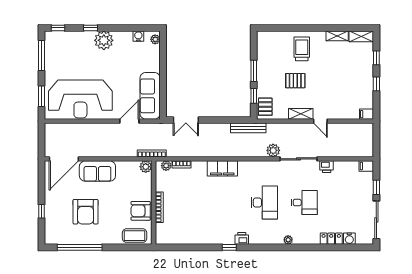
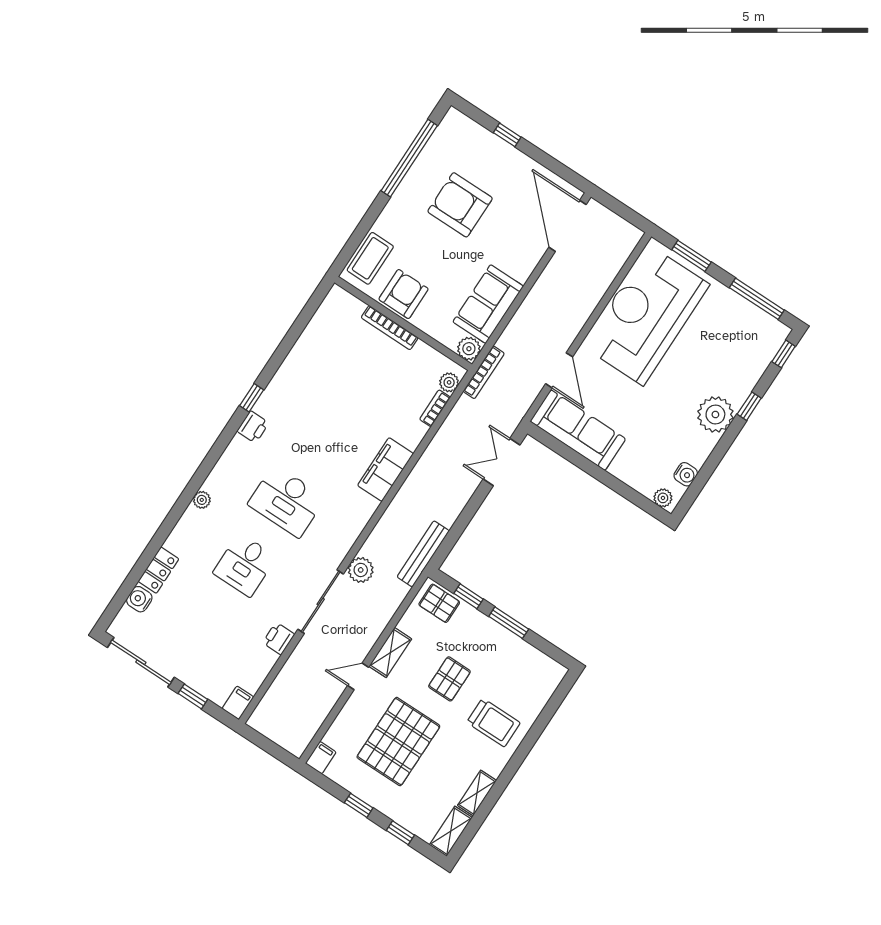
pallet: (337, 85) -> (398, 742), added
sofa: (97, 171) -> (488, 304), moved

